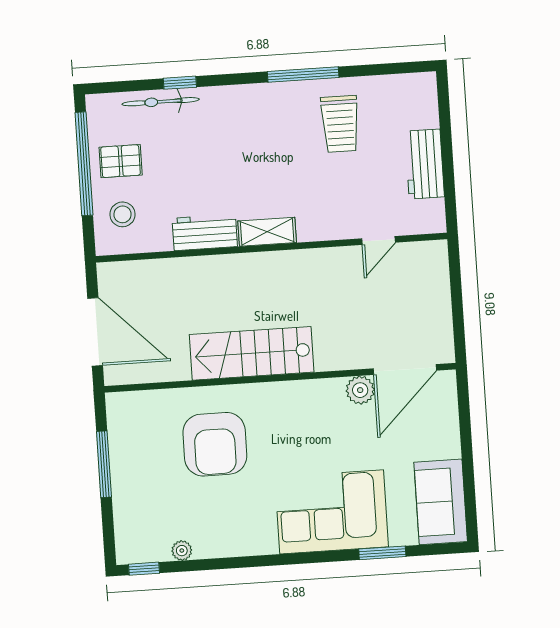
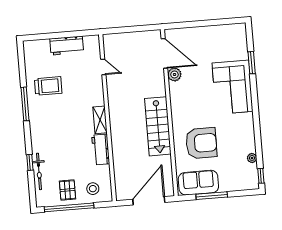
sofa: (441, 502) -> (198, 183), moved, turned 180

